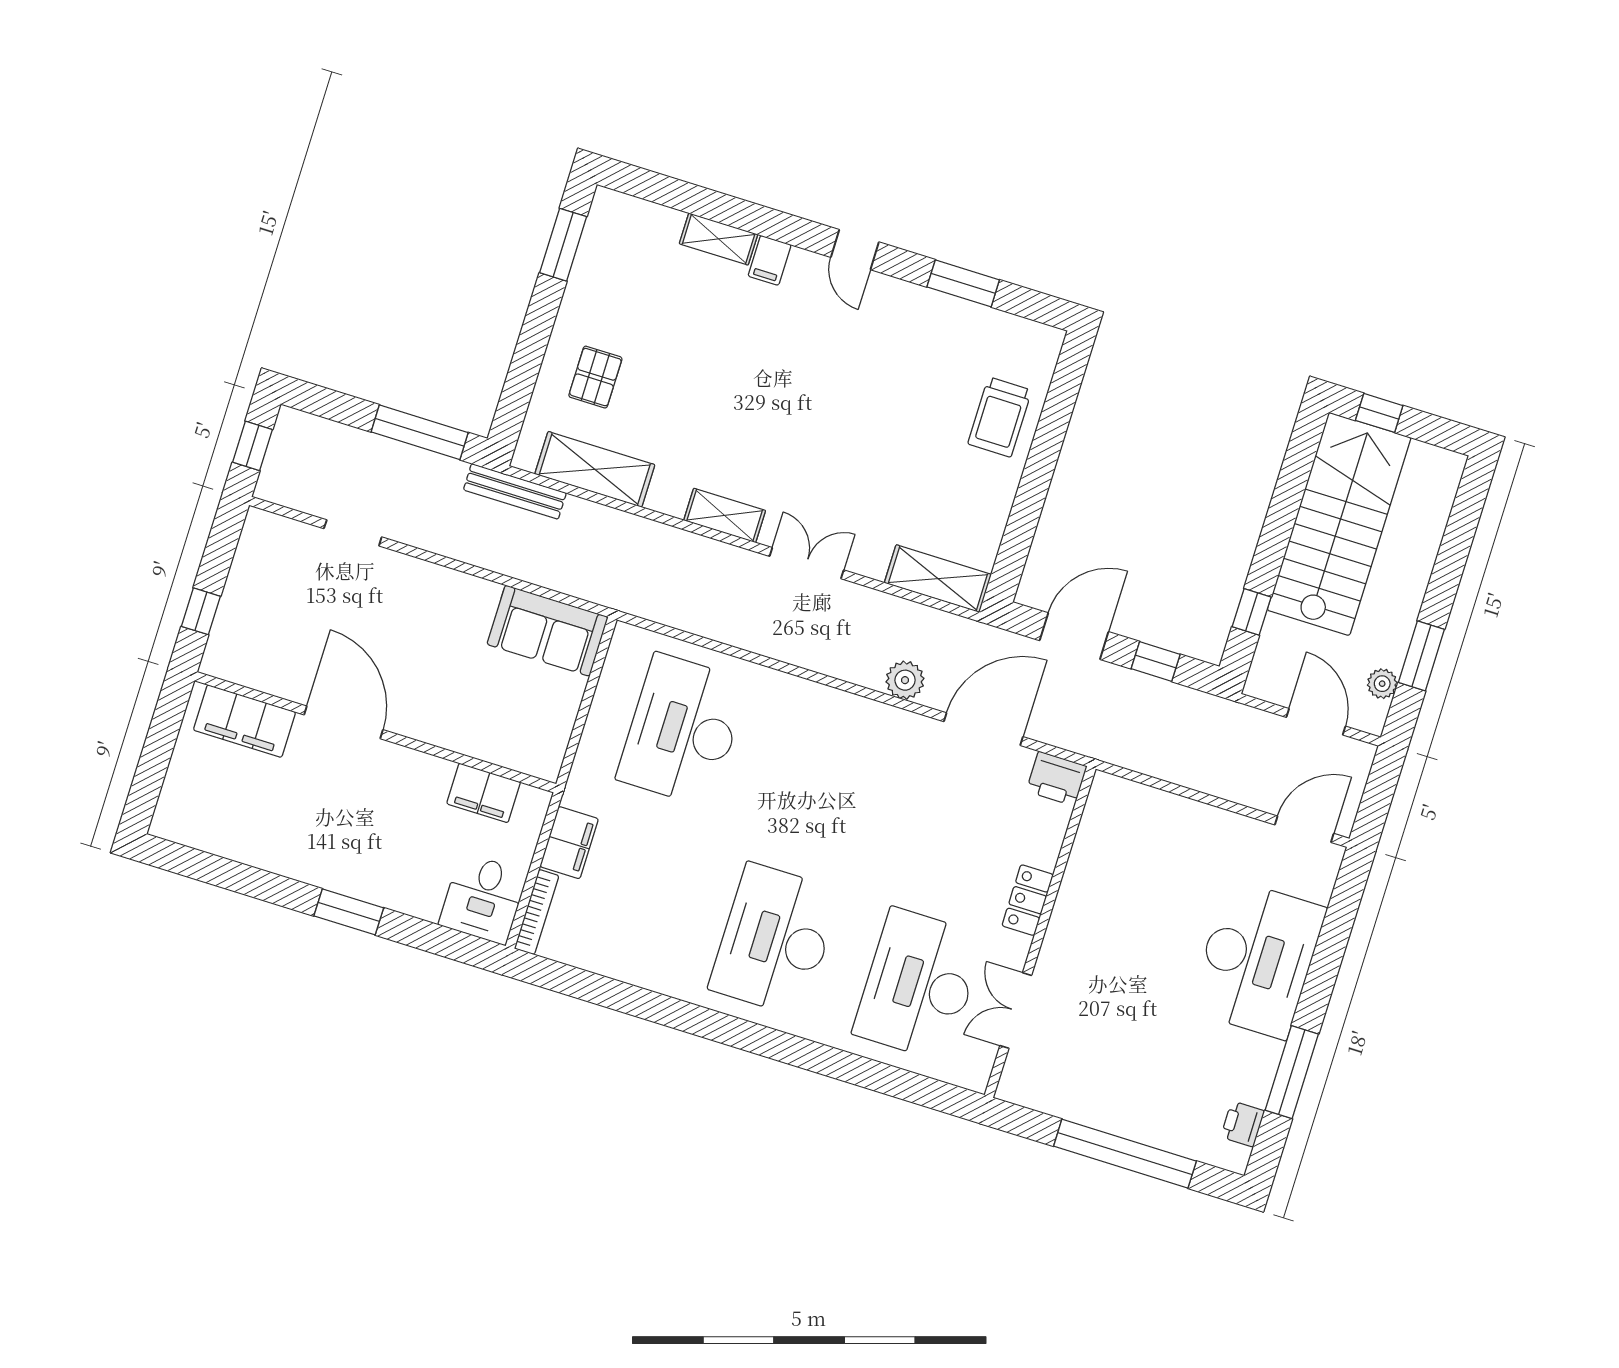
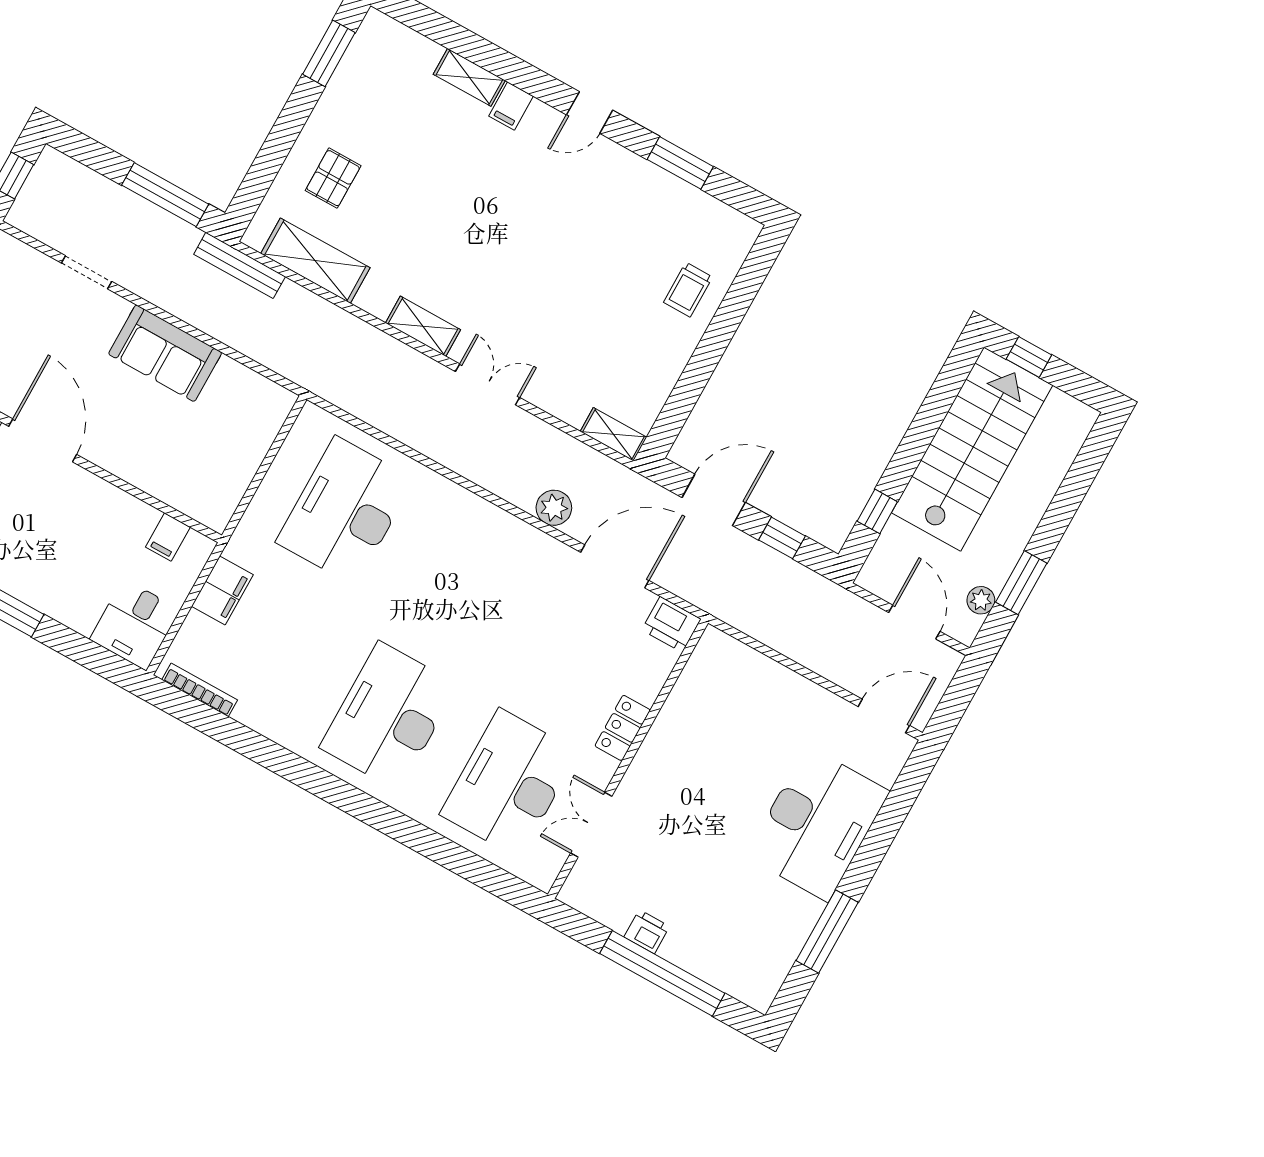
door: (855, 250) -> (590, 112), hinge flipped
trolley: (1000, 417) -> (688, 290), width x0.73, depth x0.72
shelving: (938, 579) -> (613, 434), width x0.67, depth x0.75
sofa: (548, 631) -> (165, 353), moved
filing cabinet: (484, 793) -> (168, 537), width x0.50
bookcase: (537, 912) -> (200, 690), moved, turned -90
printer: (1243, 1124) -> (647, 932), moved, turned 90

